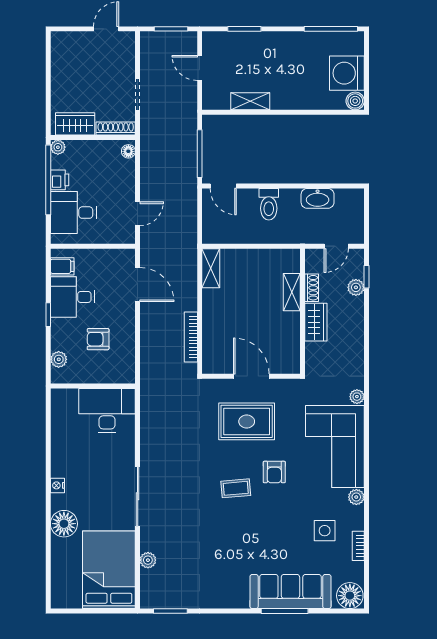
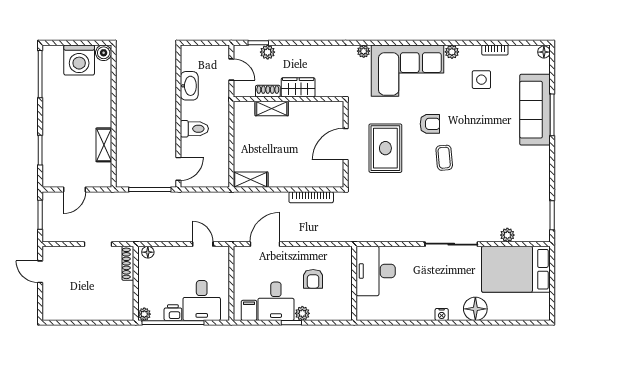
wardrobe: (75, 124) -> (124, 299), removed
plant: (59, 359) -> (302, 313), moved
floor lamp: (350, 596) -> (544, 52), width x0.53, depth x0.53

